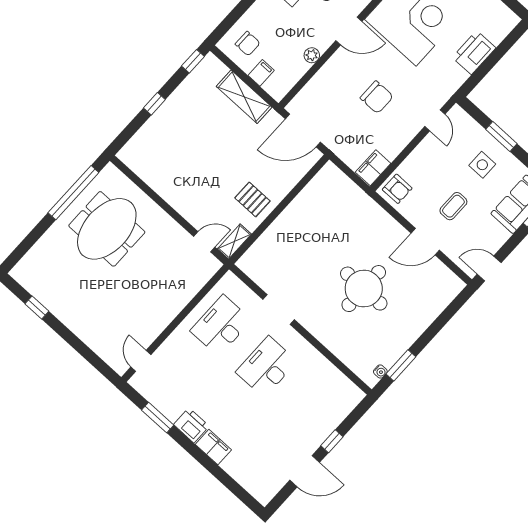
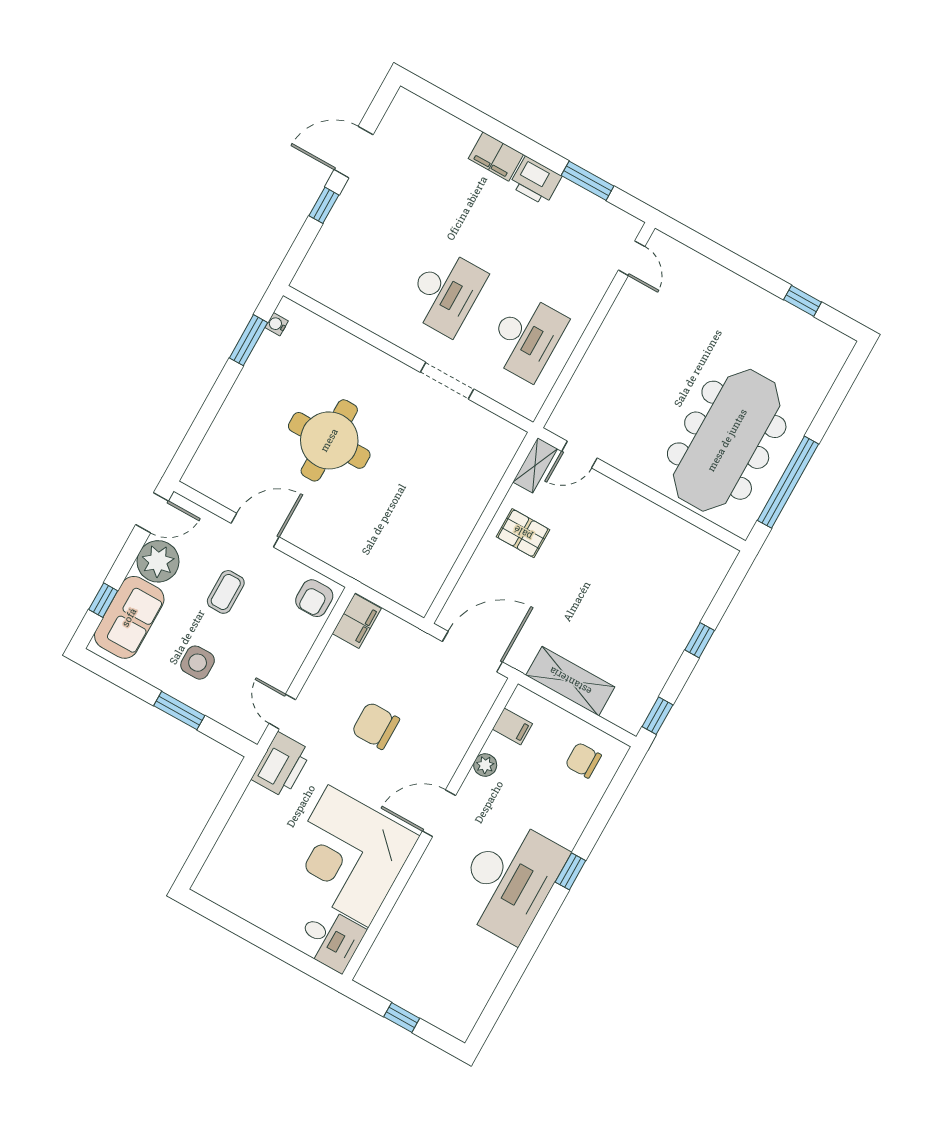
printer: (474, 53) -> (281, 765), moved
filing cabinet: (261, 73) -> (512, 726), moved, turned -90
armchair: (397, 189) -> (314, 598), turned -90
meeting table: (107, 229) -> (727, 440), width x1.36
plant: (493, 236) -> (158, 561), added

